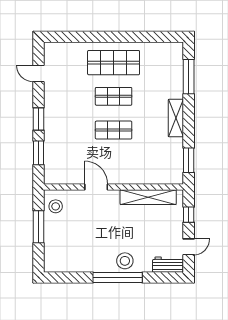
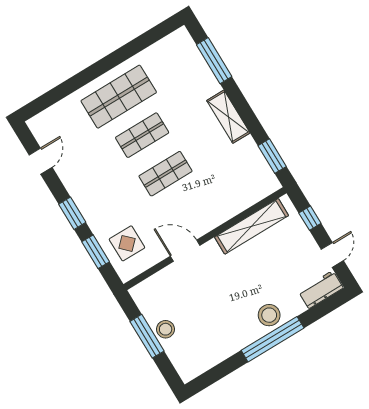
door: (39, 73) -> (41, 161), swing flipped
display table: (62, 160) -> (127, 243), added
stool: (56, 206) -> (166, 329), moved

